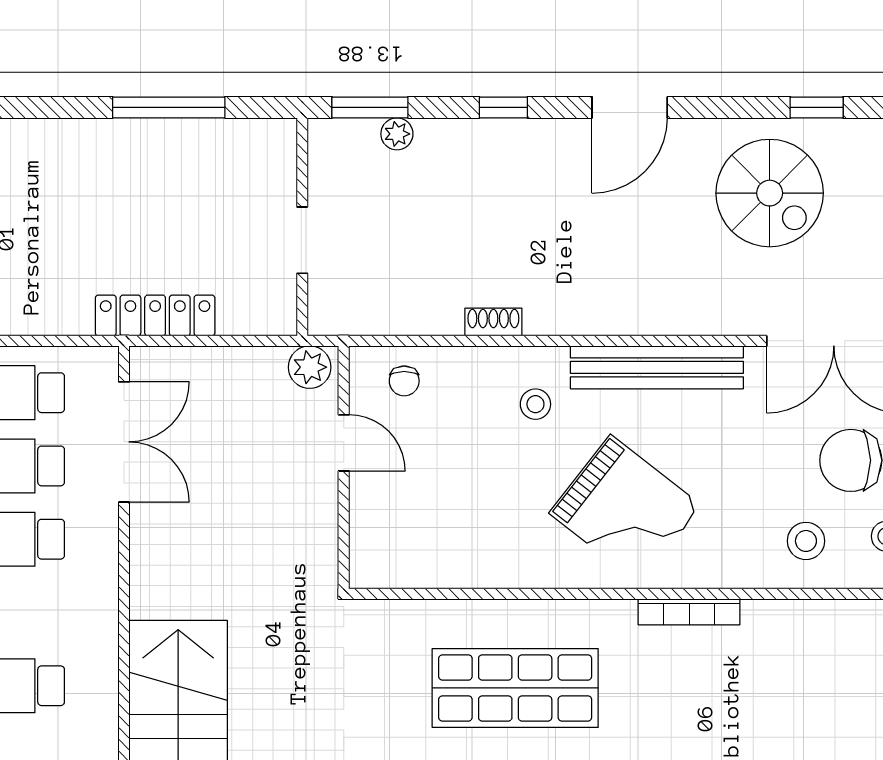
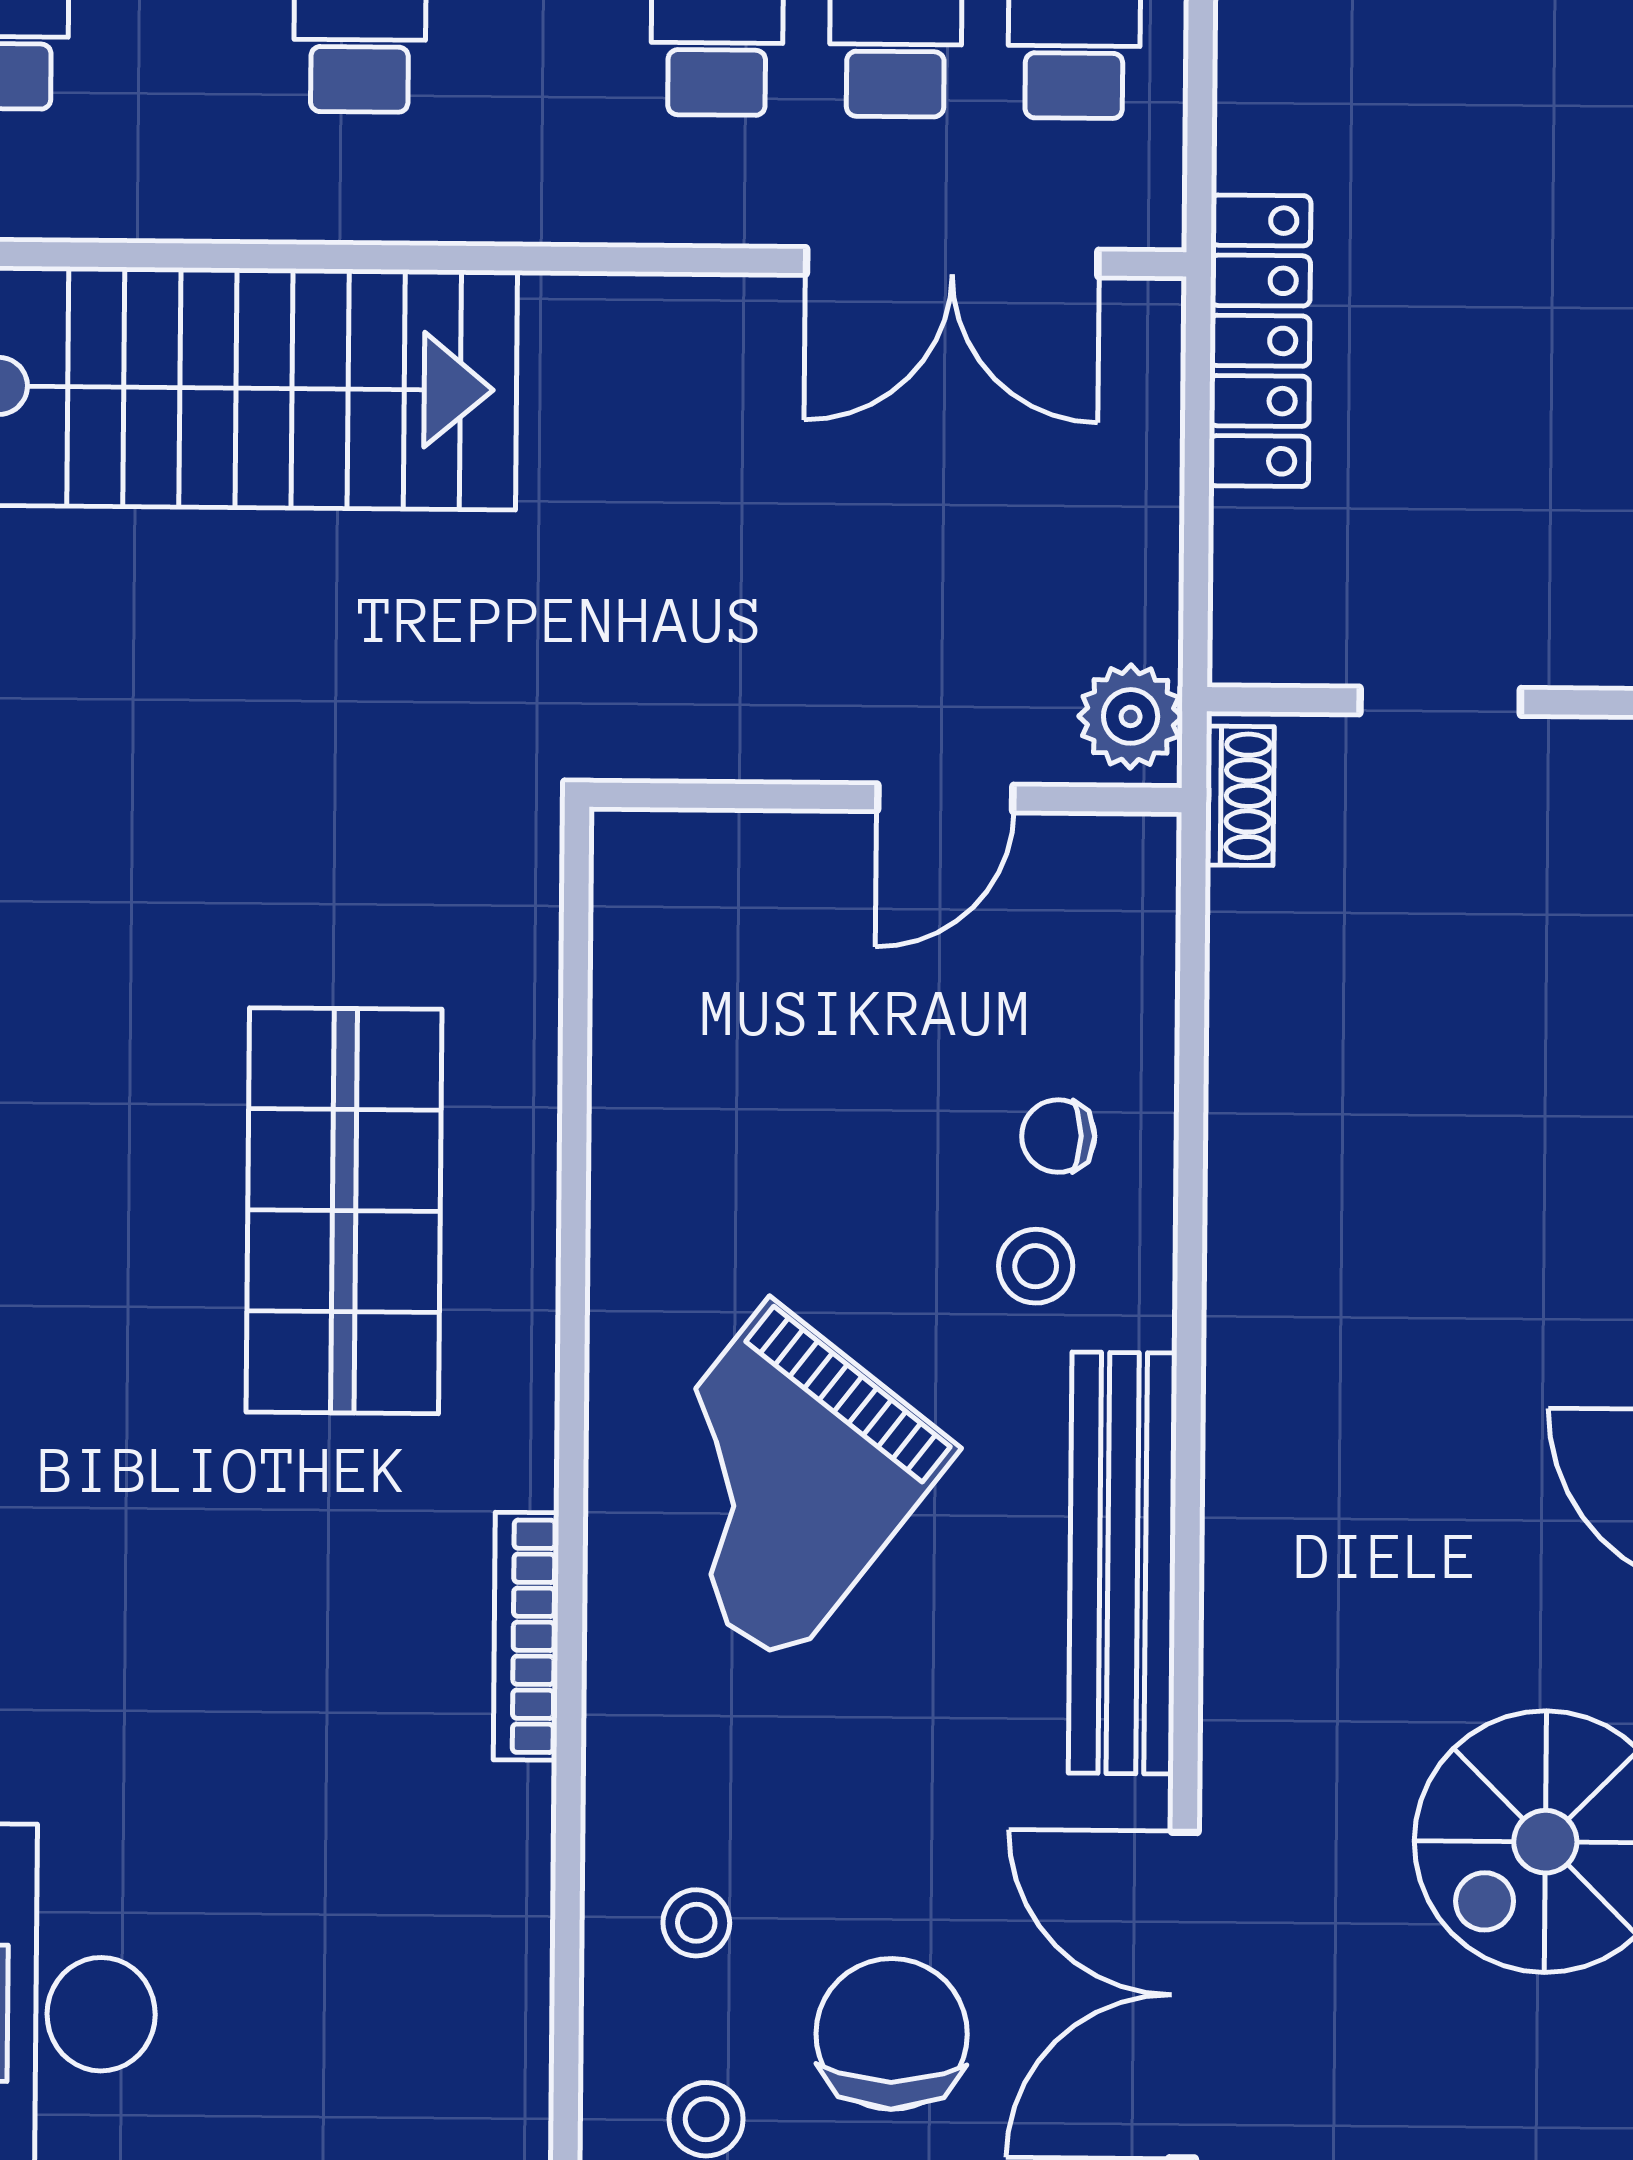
shoe rack: (493, 322) -> (1240, 796), moved
chair: (404, 381) -> (1058, 1136), moved
stool: (806, 541) -> (696, 1923), width x0.73, depth x0.73

